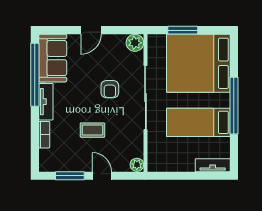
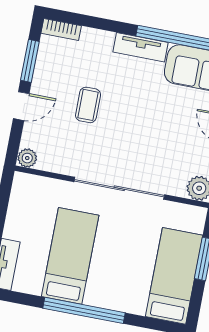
bed: (198, 63) -> (174, 276), width x0.49
armchair: (110, 89) -> (141, 140), removed
bookcase: (44, 135) -> (61, 29), moved

